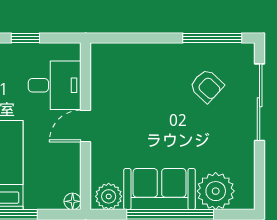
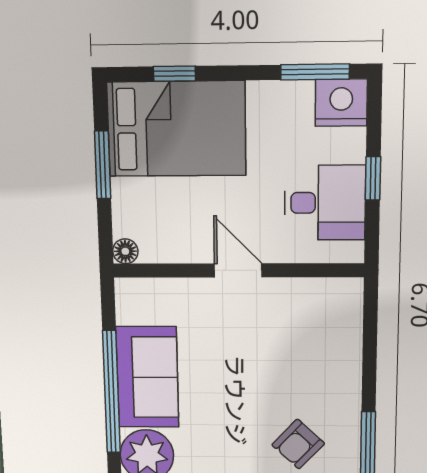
desk: (55, 85) -> (325, 203), moved, turned -90
plant: (109, 196) -> (134, 304), removed

